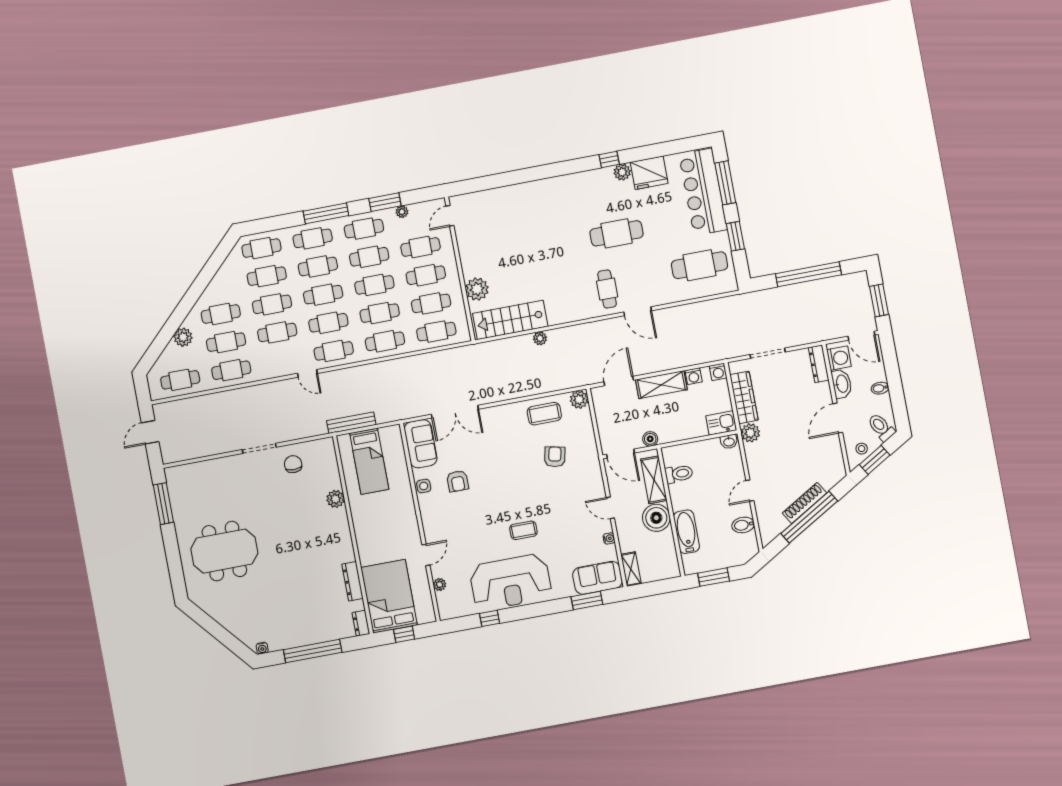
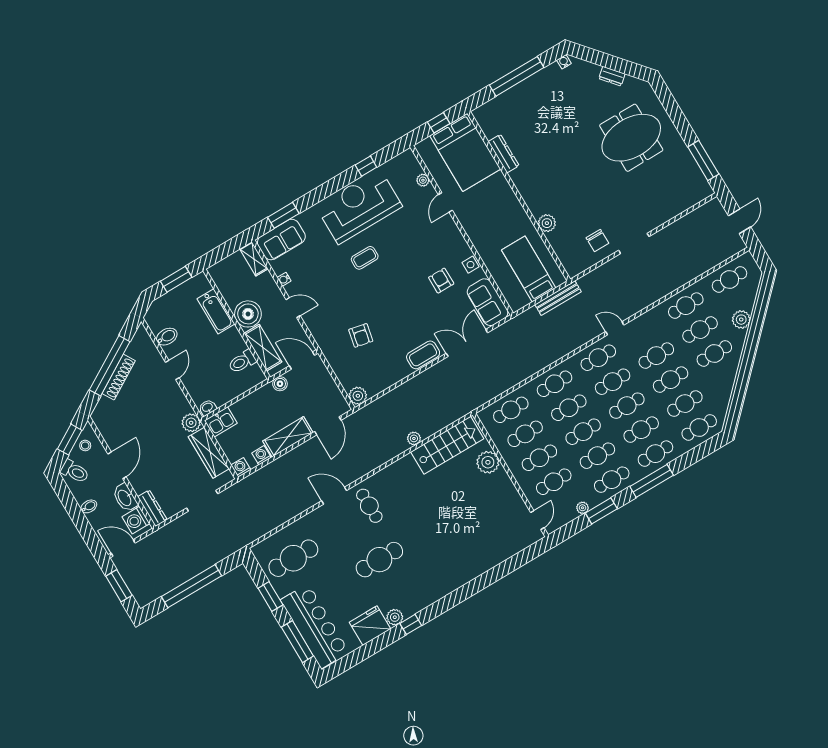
coffee table: (544, 414) -> (423, 355), moved
dresser: (361, 623) -> (612, 76), moved, turned 139

